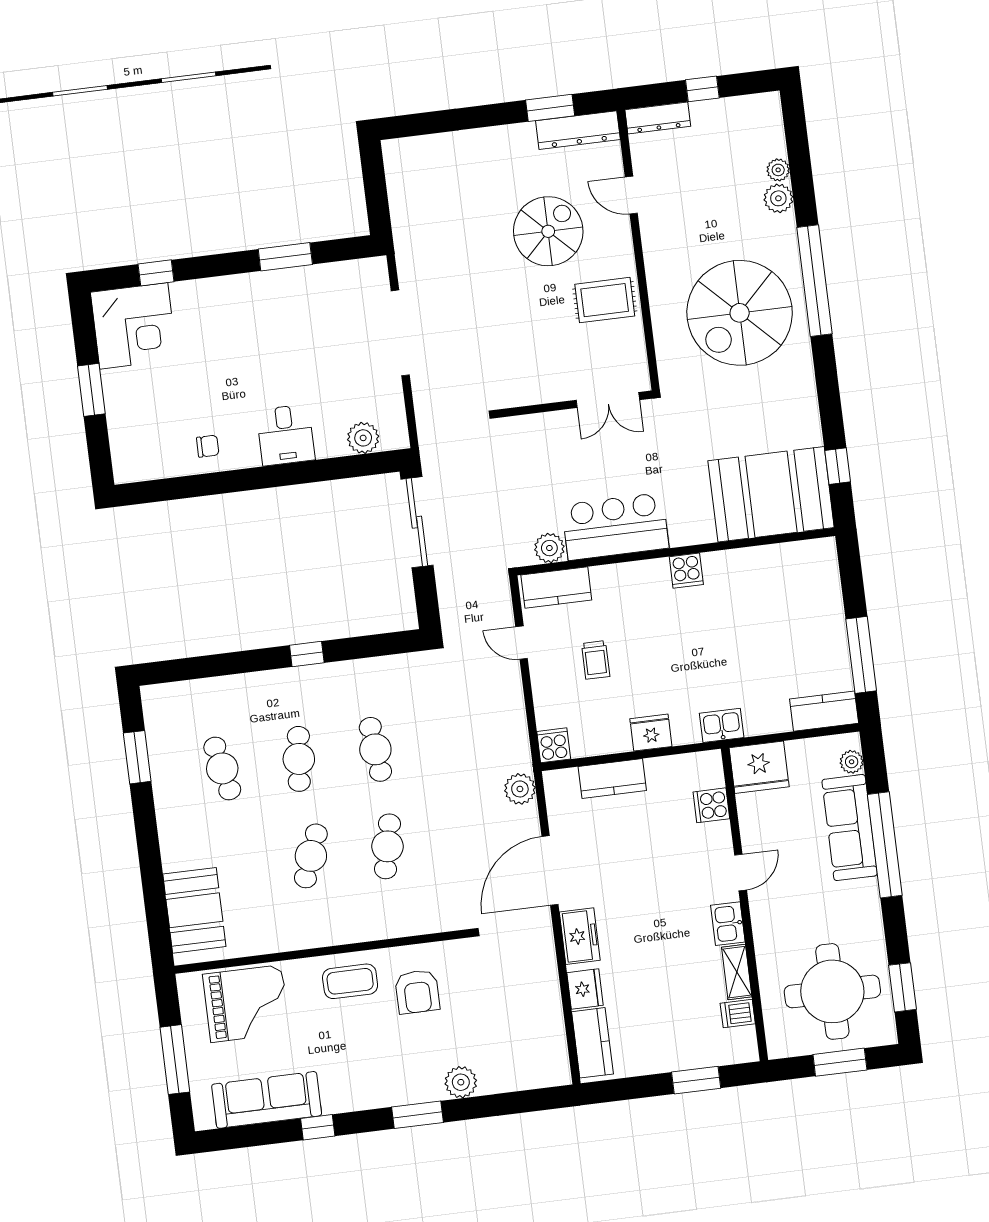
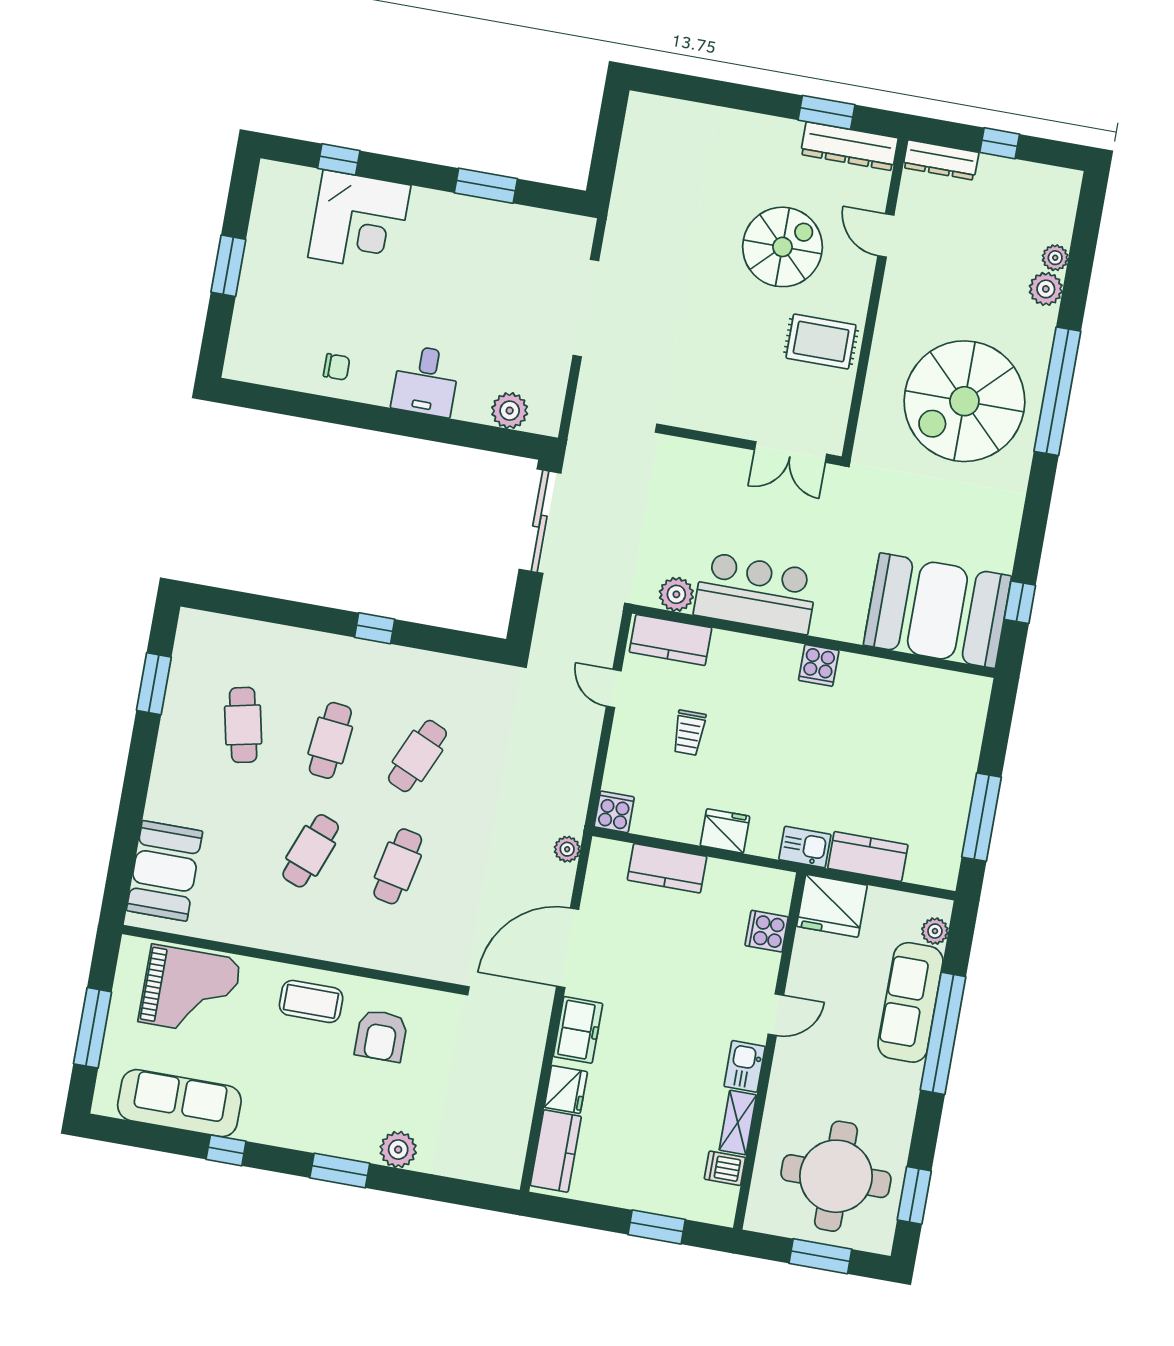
corner desk: (134, 326) -> (359, 221), moved
kitchen counter: (824, 711) -> (868, 857), moved
cafe table: (375, 749) -> (417, 756), turned 30
plant: (520, 789) -> (567, 849), width x0.73, depth x0.73

